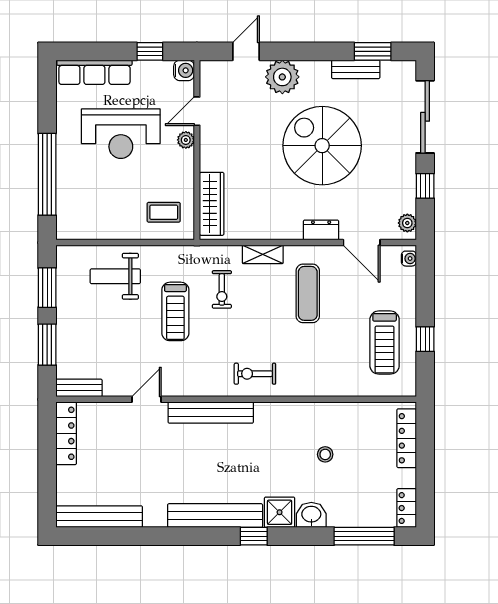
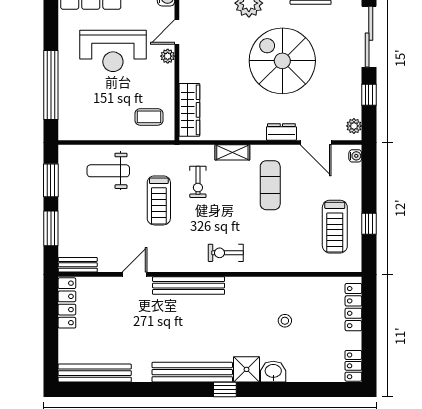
window: (364, 536) -> (318, 389), removed

